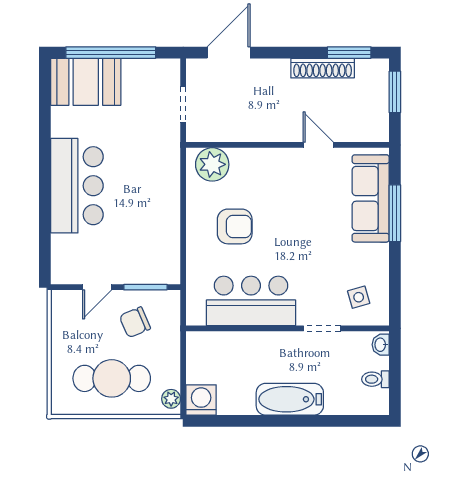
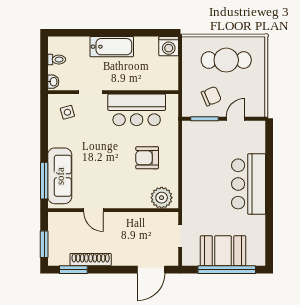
booth: (86, 82) -> (223, 251), moved
window: (395, 213) -> (44, 181), moved
plant: (171, 399) -> (188, 47), removed

